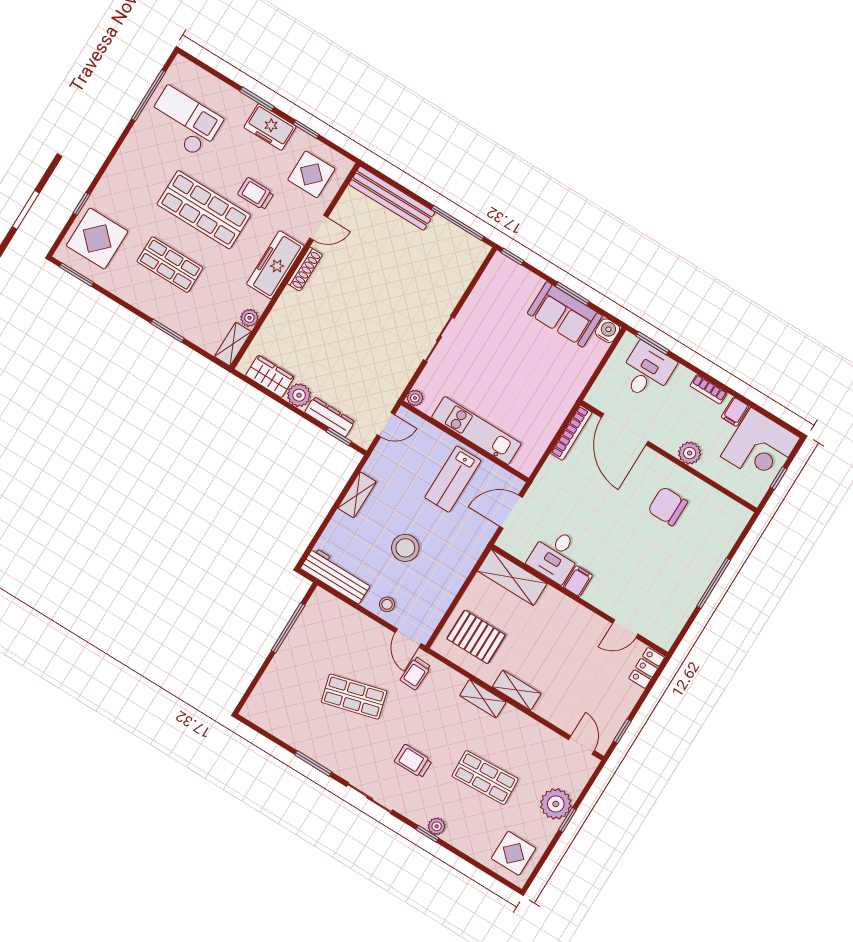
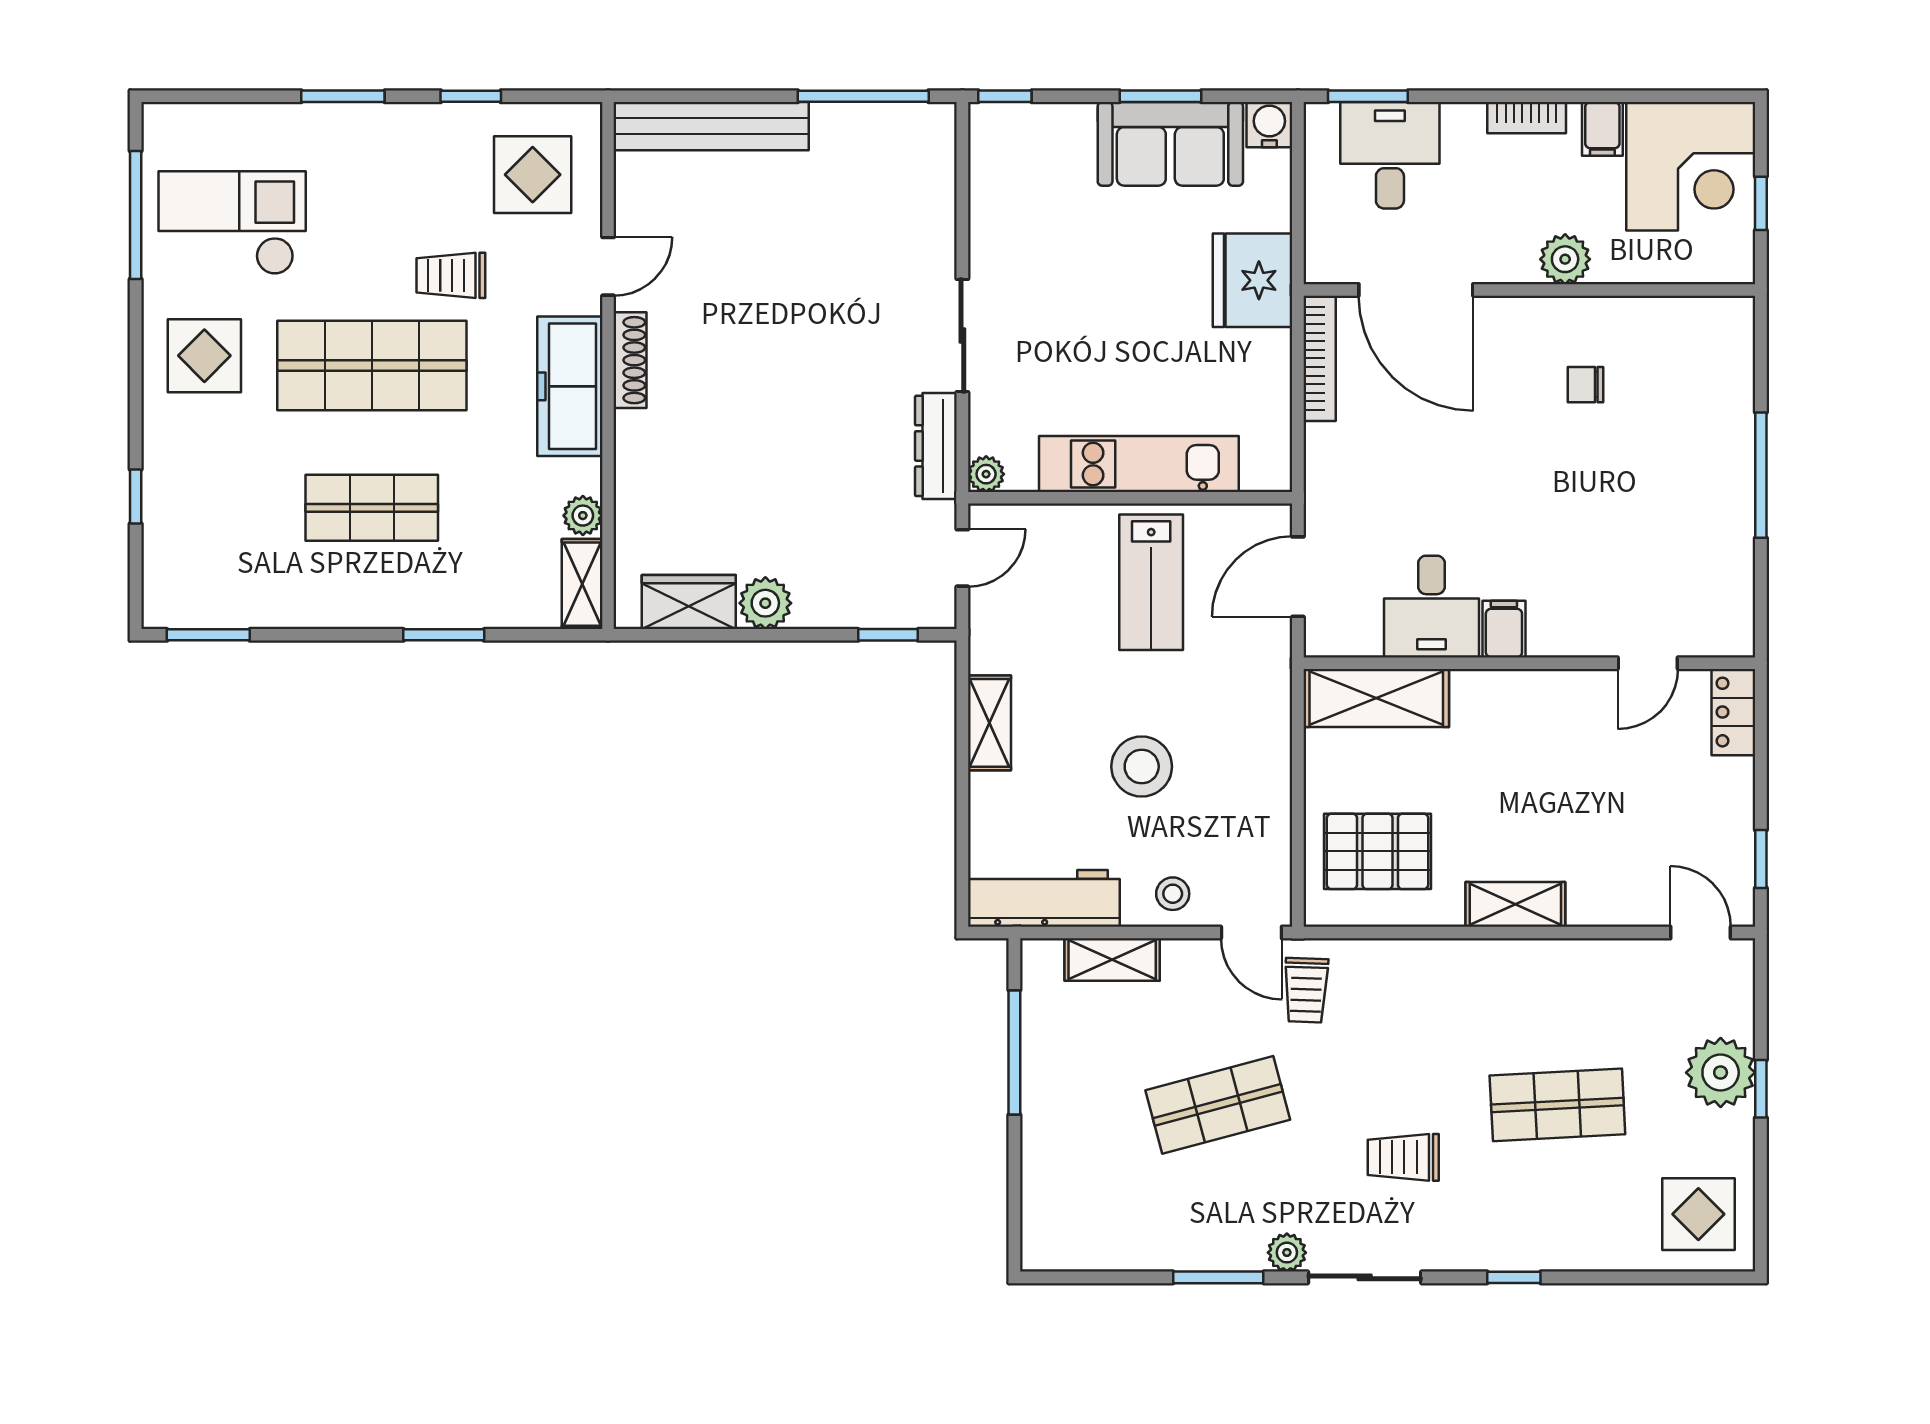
freezer: (270, 127) -> (400, 134), removed
display table: (97, 239) -> (204, 356), moved, width x0.73, depth x0.73
fridge: (564, 387) -> (1253, 280), added
dresser: (330, 417) -> (936, 446), moved, turned -90
chair: (668, 506) -> (1586, 385), width x0.54, depth x0.54
shelving: (483, 699) -> (1112, 960), moved
plant: (437, 826) -> (1287, 1253), moved

